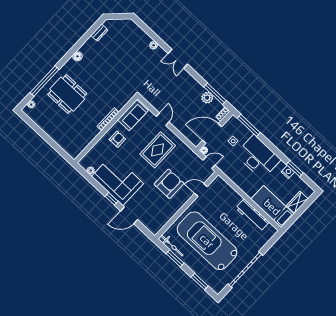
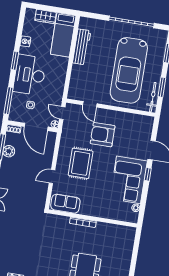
armchair: (117, 139) -> (94, 203), removed
rug: (158, 150) -> (81, 163), turned 90
window: (295, 169) -> (15, 61), moved

